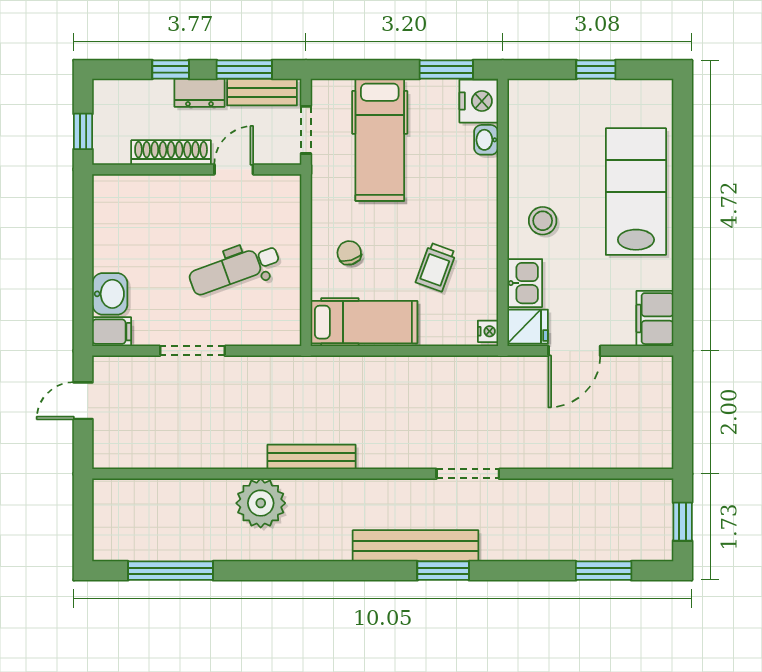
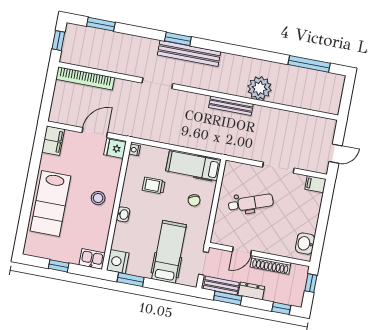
window: (171, 70) -> (281, 308), moved
washbasin: (486, 140) -> (123, 214), moved
trolley: (436, 267) -> (154, 186), turned -110
kitchen sink: (525, 283) -> (92, 259), moved, turned 90
washbasin: (110, 294) -> (305, 244), moved
bookcase: (614, 456) -> (85, 78), added

